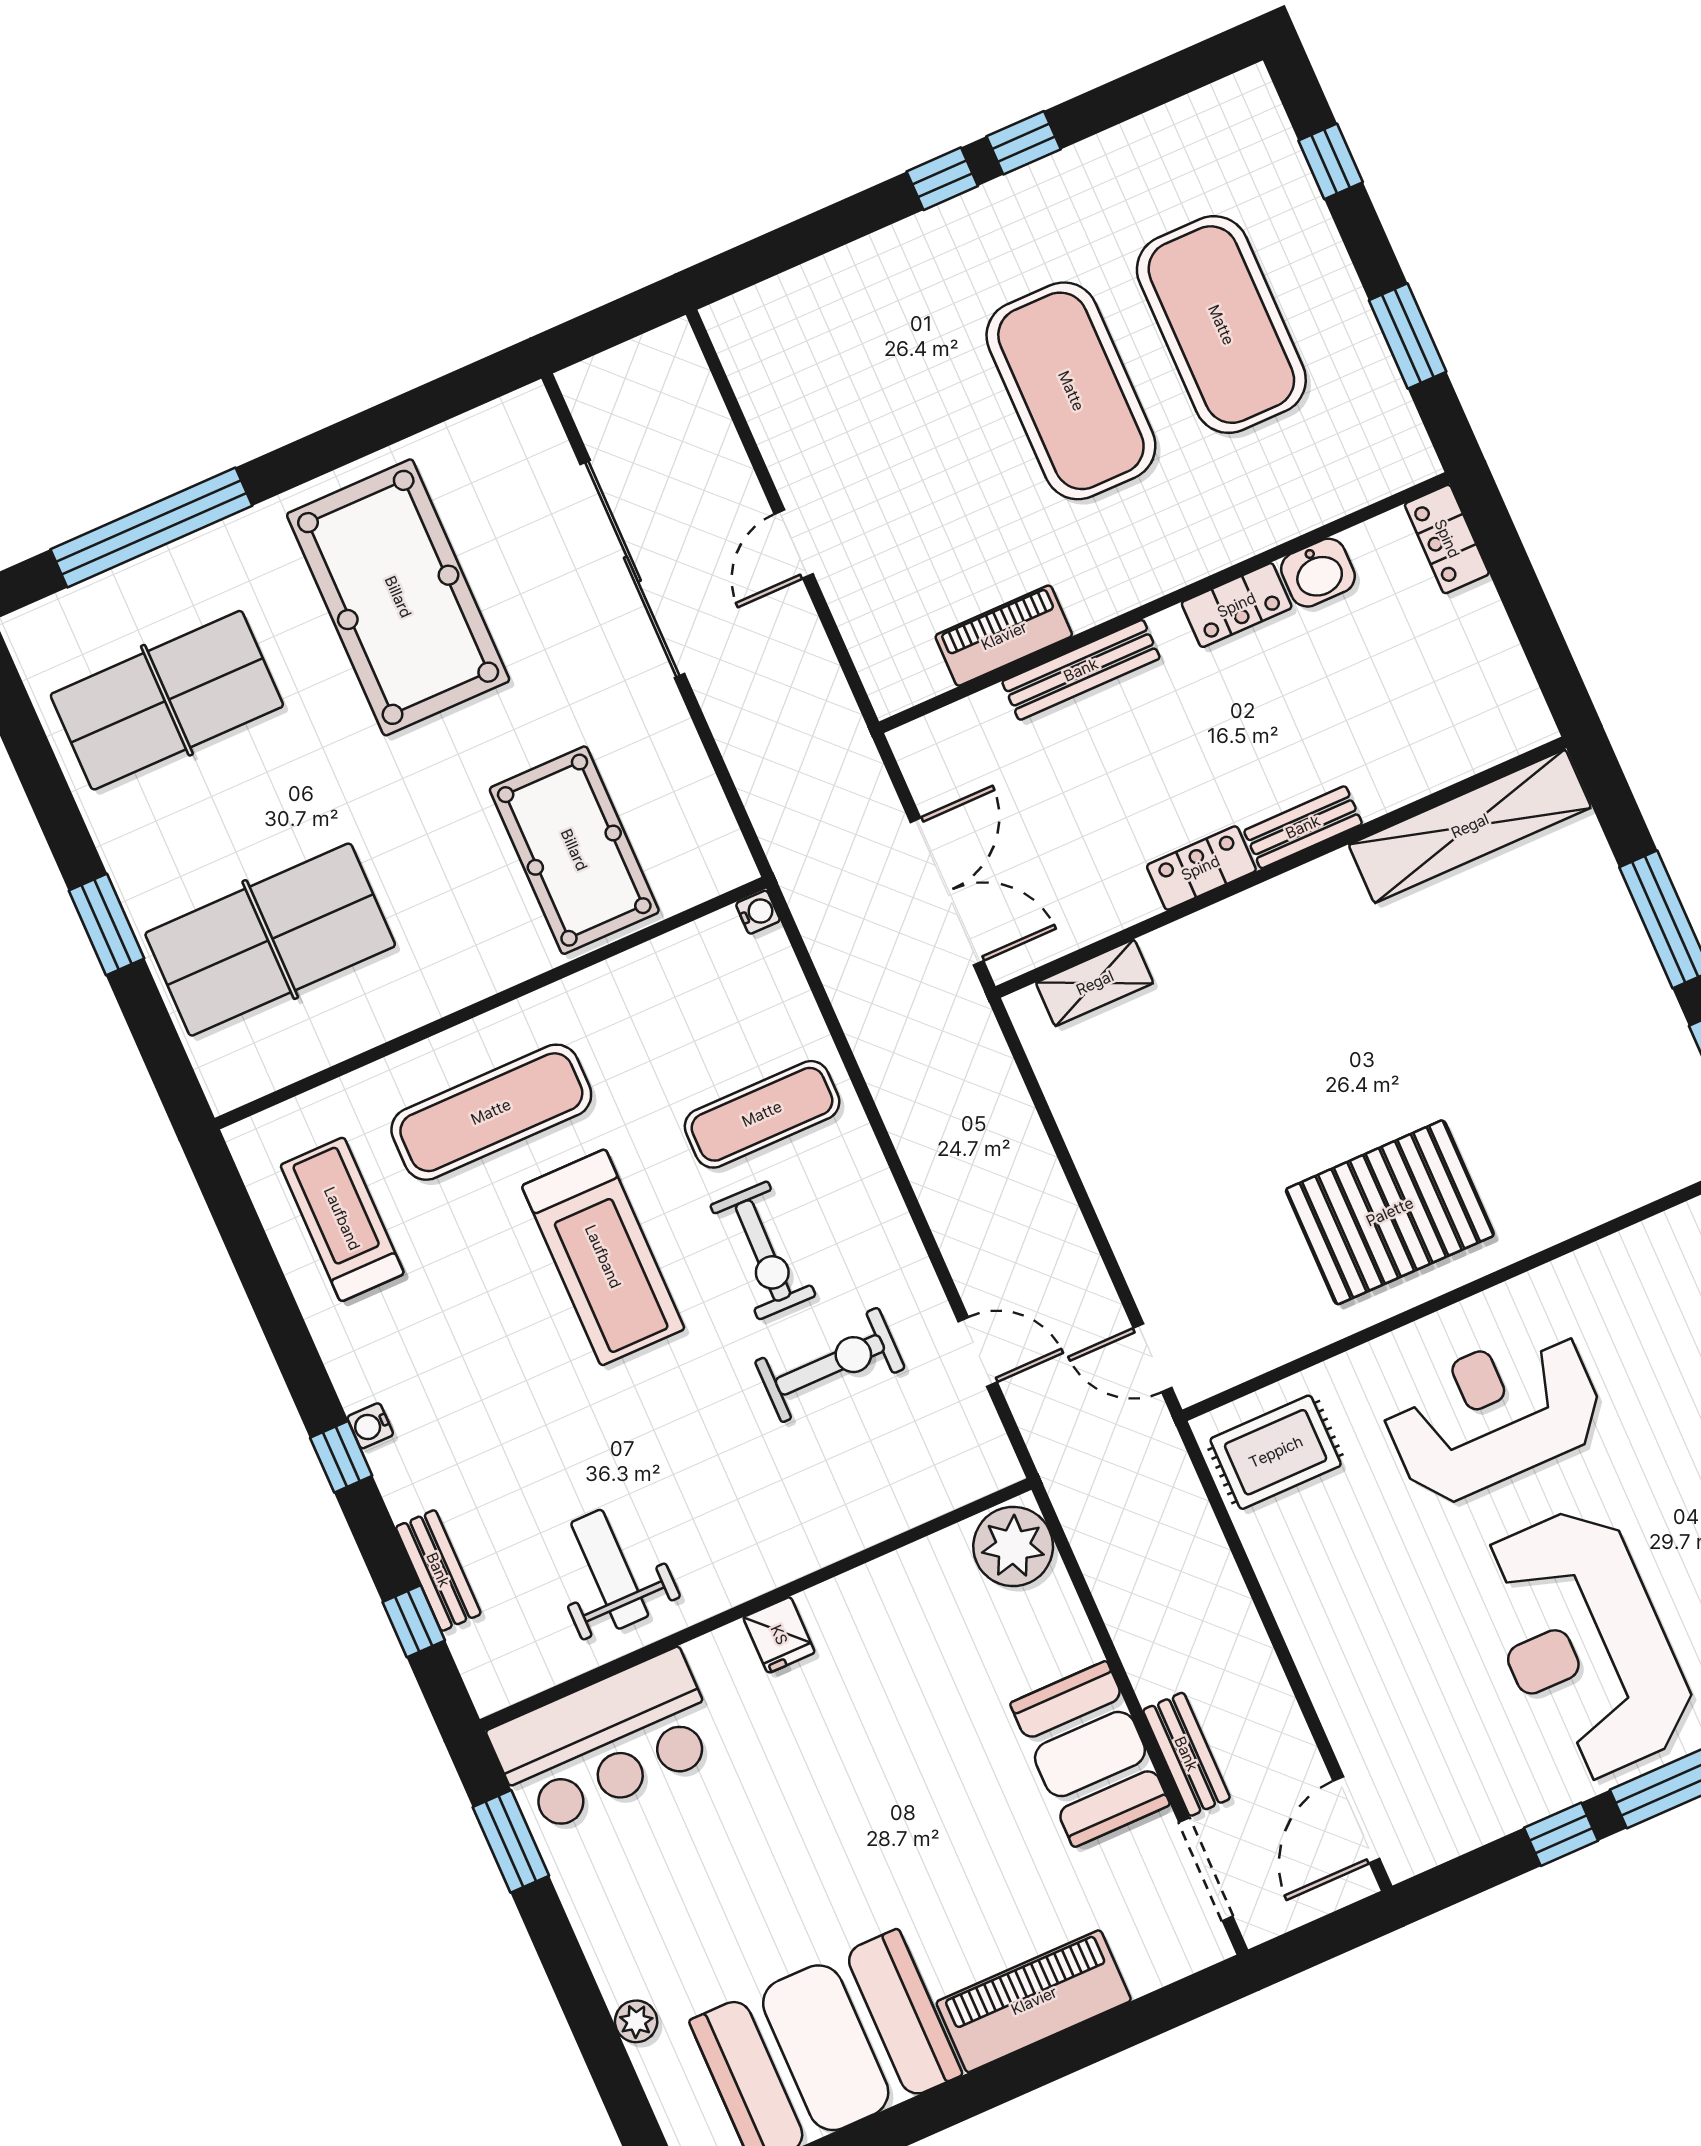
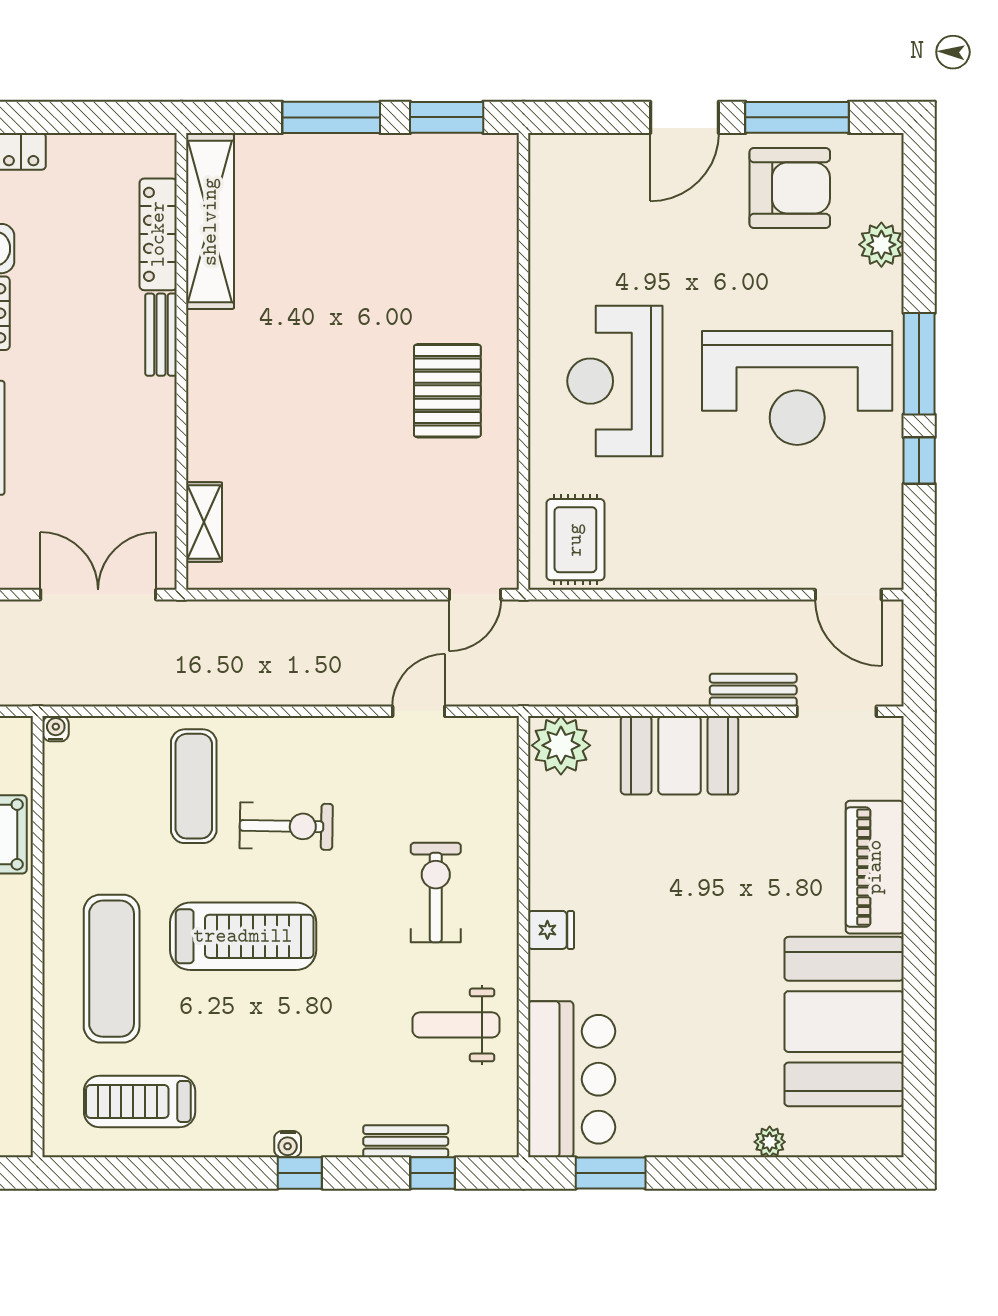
locker: (1201, 868) -> (158, 234), moved, width x1.53
pallet: (1390, 1212) -> (447, 391), width x0.73, depth x0.71
exercise bike: (830, 1365) -> (436, 893), moved
booth: (1090, 1754) -> (680, 755), moved

